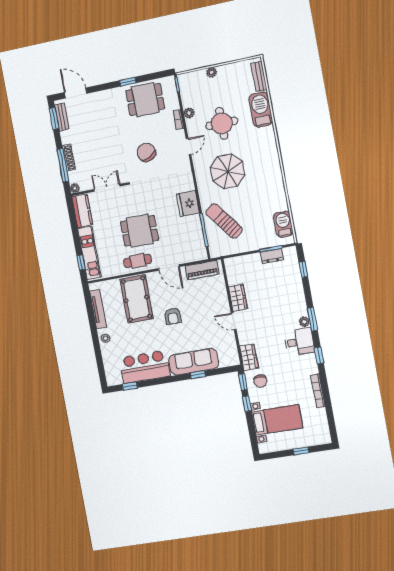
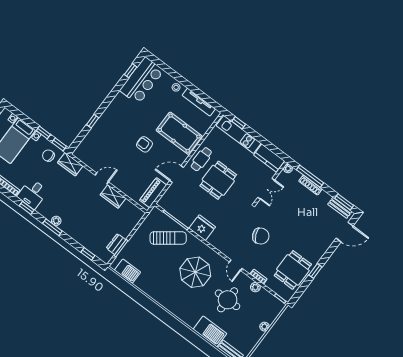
desk: (299, 342) -> (32, 194), moved
sofa: (194, 362) -> (103, 127), removed
bar counter: (145, 367) -> (142, 81), moved

